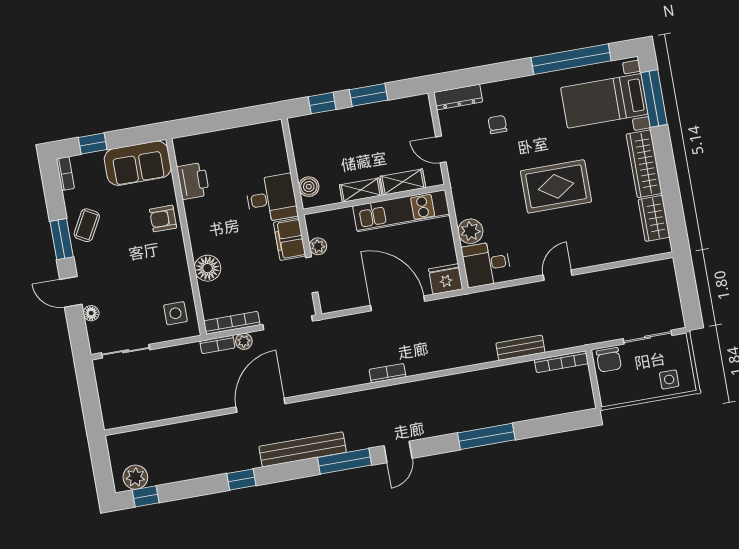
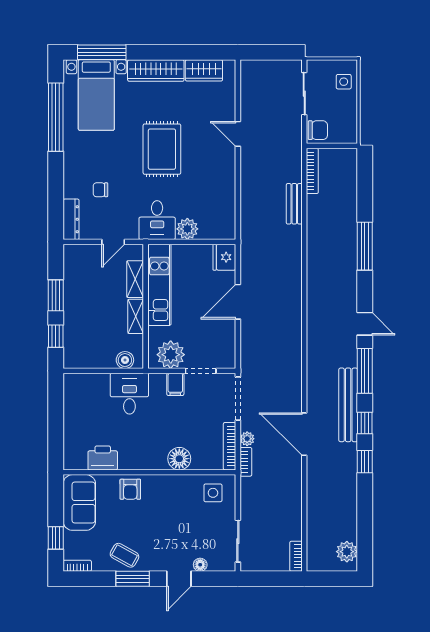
filing cabinet: (290, 239) -> (175, 384), width x0.50
plant: (318, 246) -> (171, 355), width x1.88, depth x1.88
desk: (486, 264) -> (157, 220), moved
door: (558, 275) -> (238, 134), moved
door: (398, 303) -> (238, 302), width x0.73
bookcase: (387, 373) -> (296, 556), moved
window: (146, 496) -> (365, 423), moved

